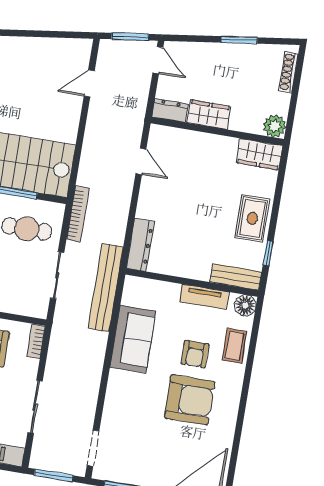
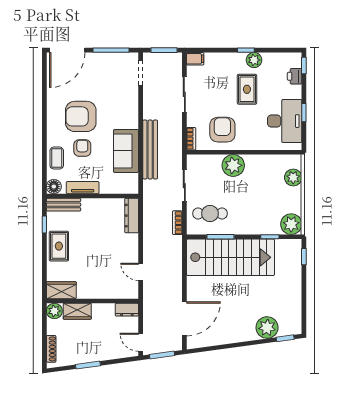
door: (89, 83) -> (184, 319), width x1.88
wardrobe: (209, 115) -> (77, 311), moved
bookcase: (78, 214) -> (177, 223), width x0.64
bench: (106, 288) -> (150, 149), moved

